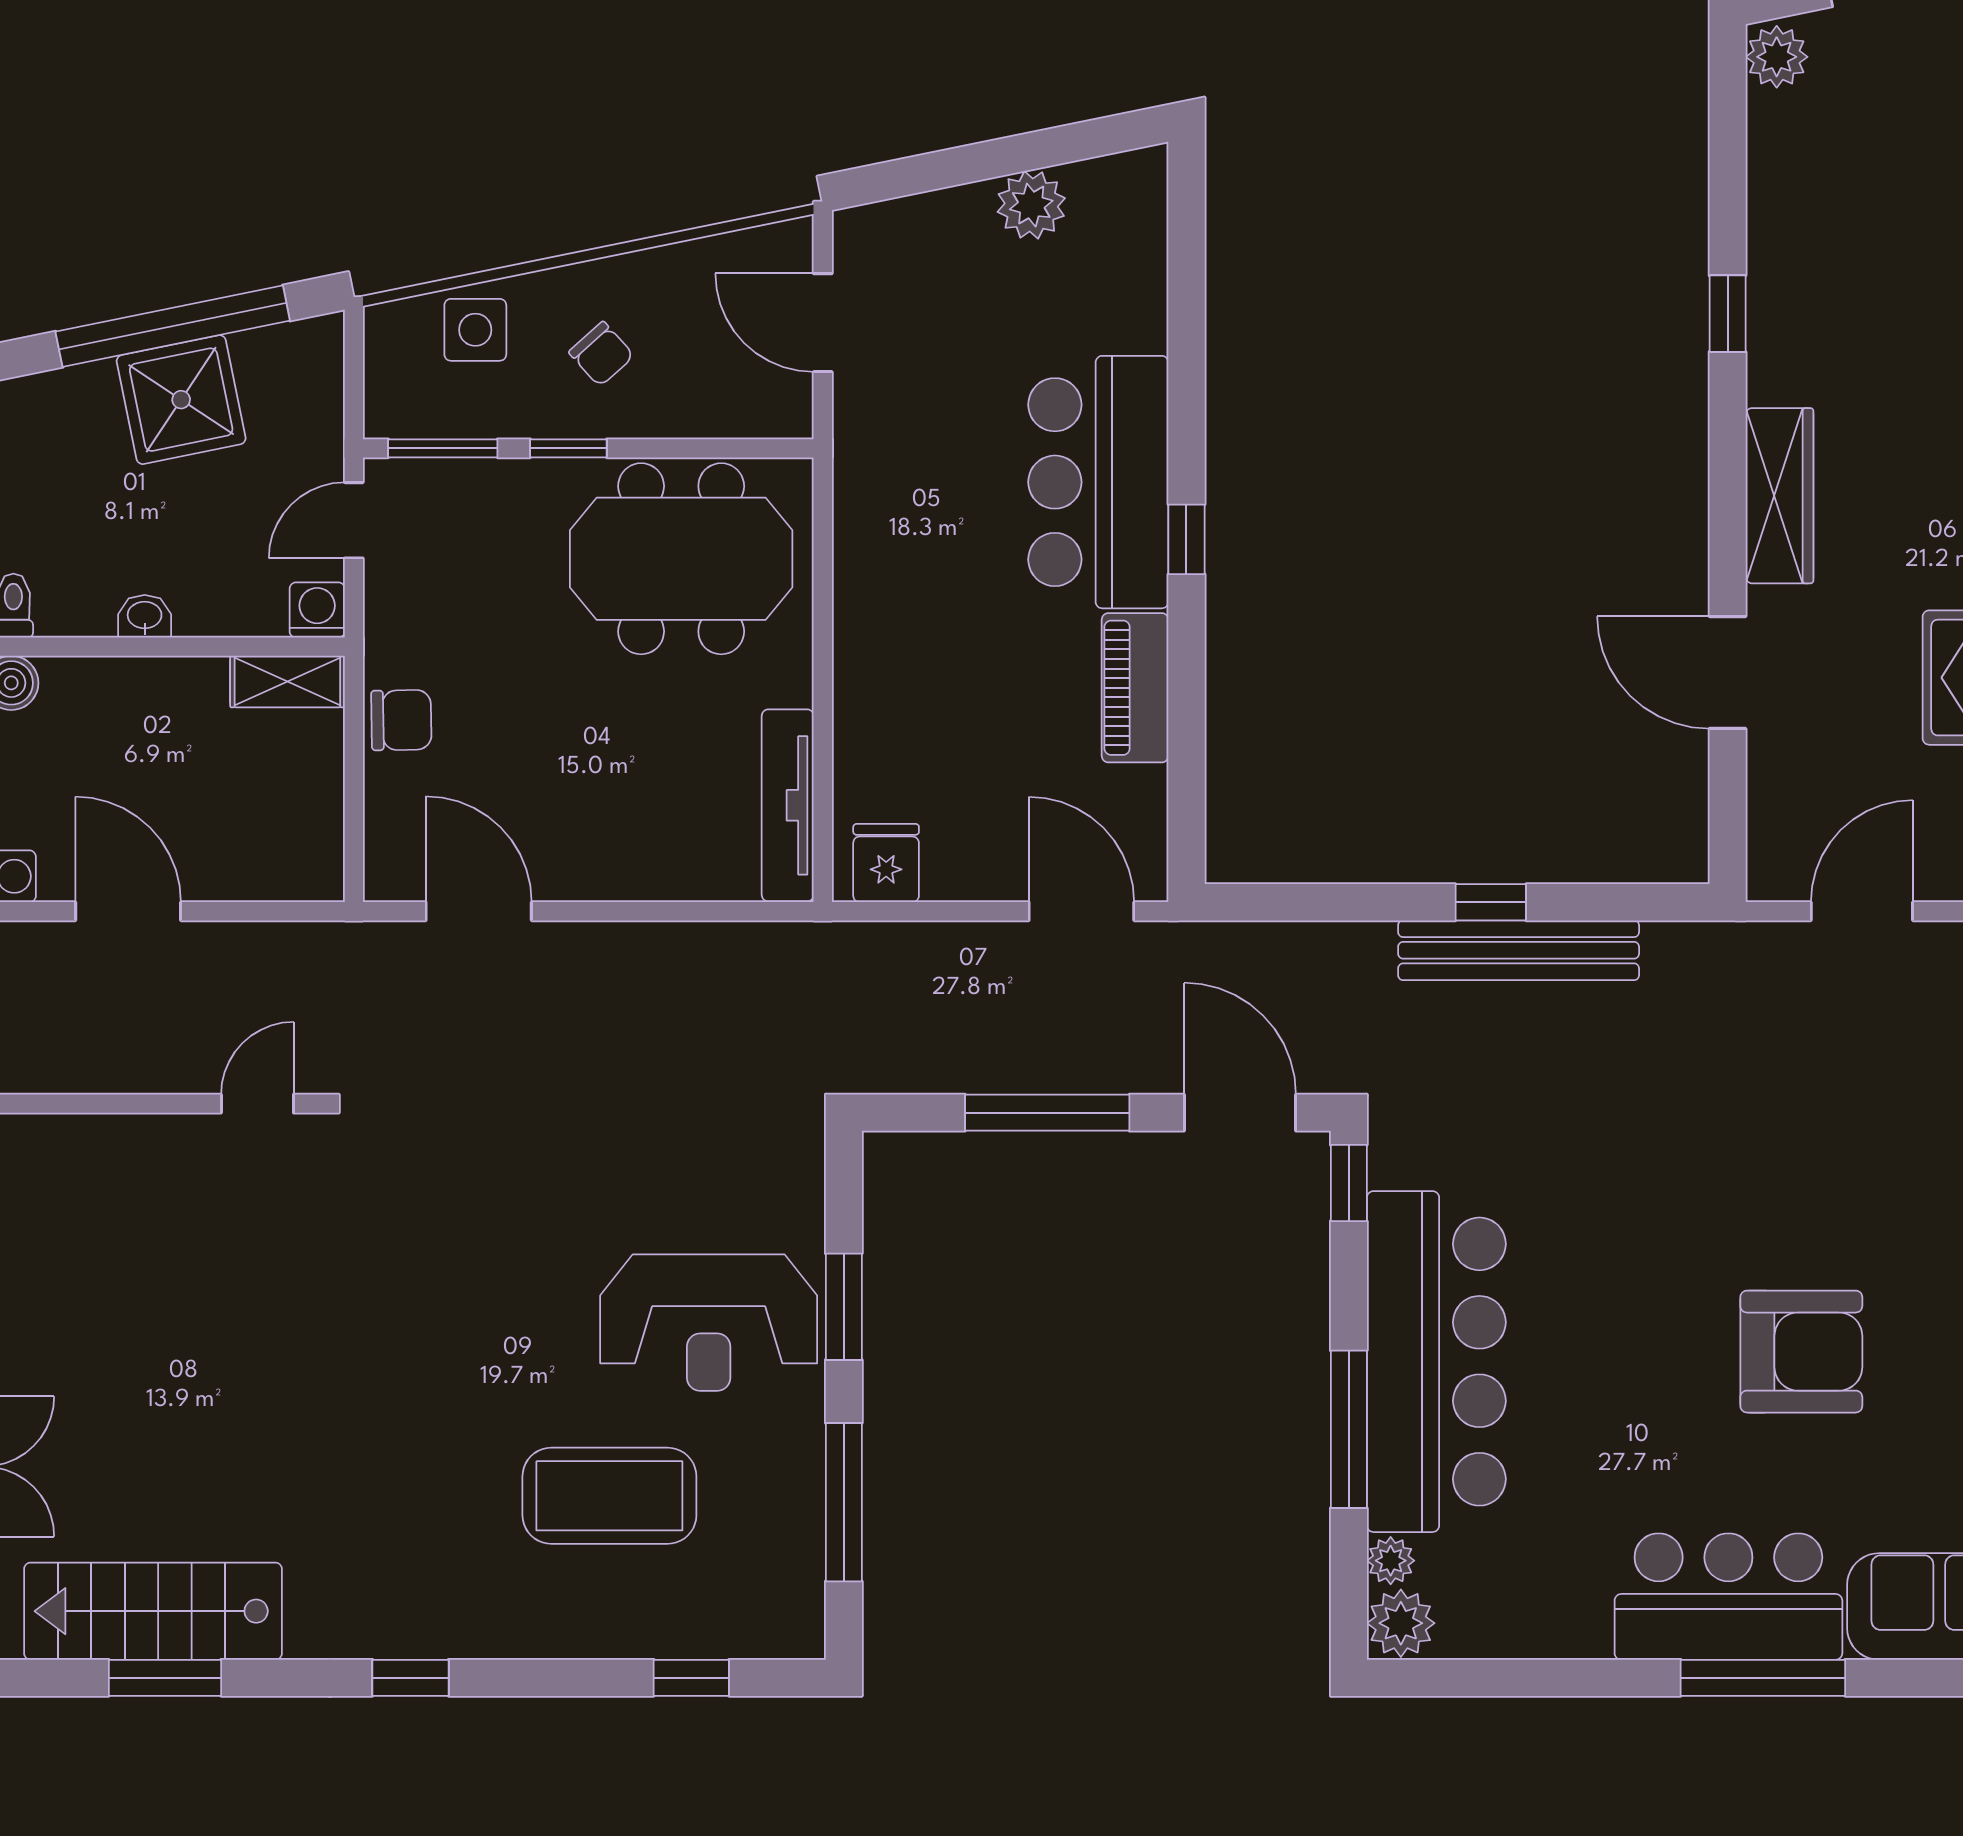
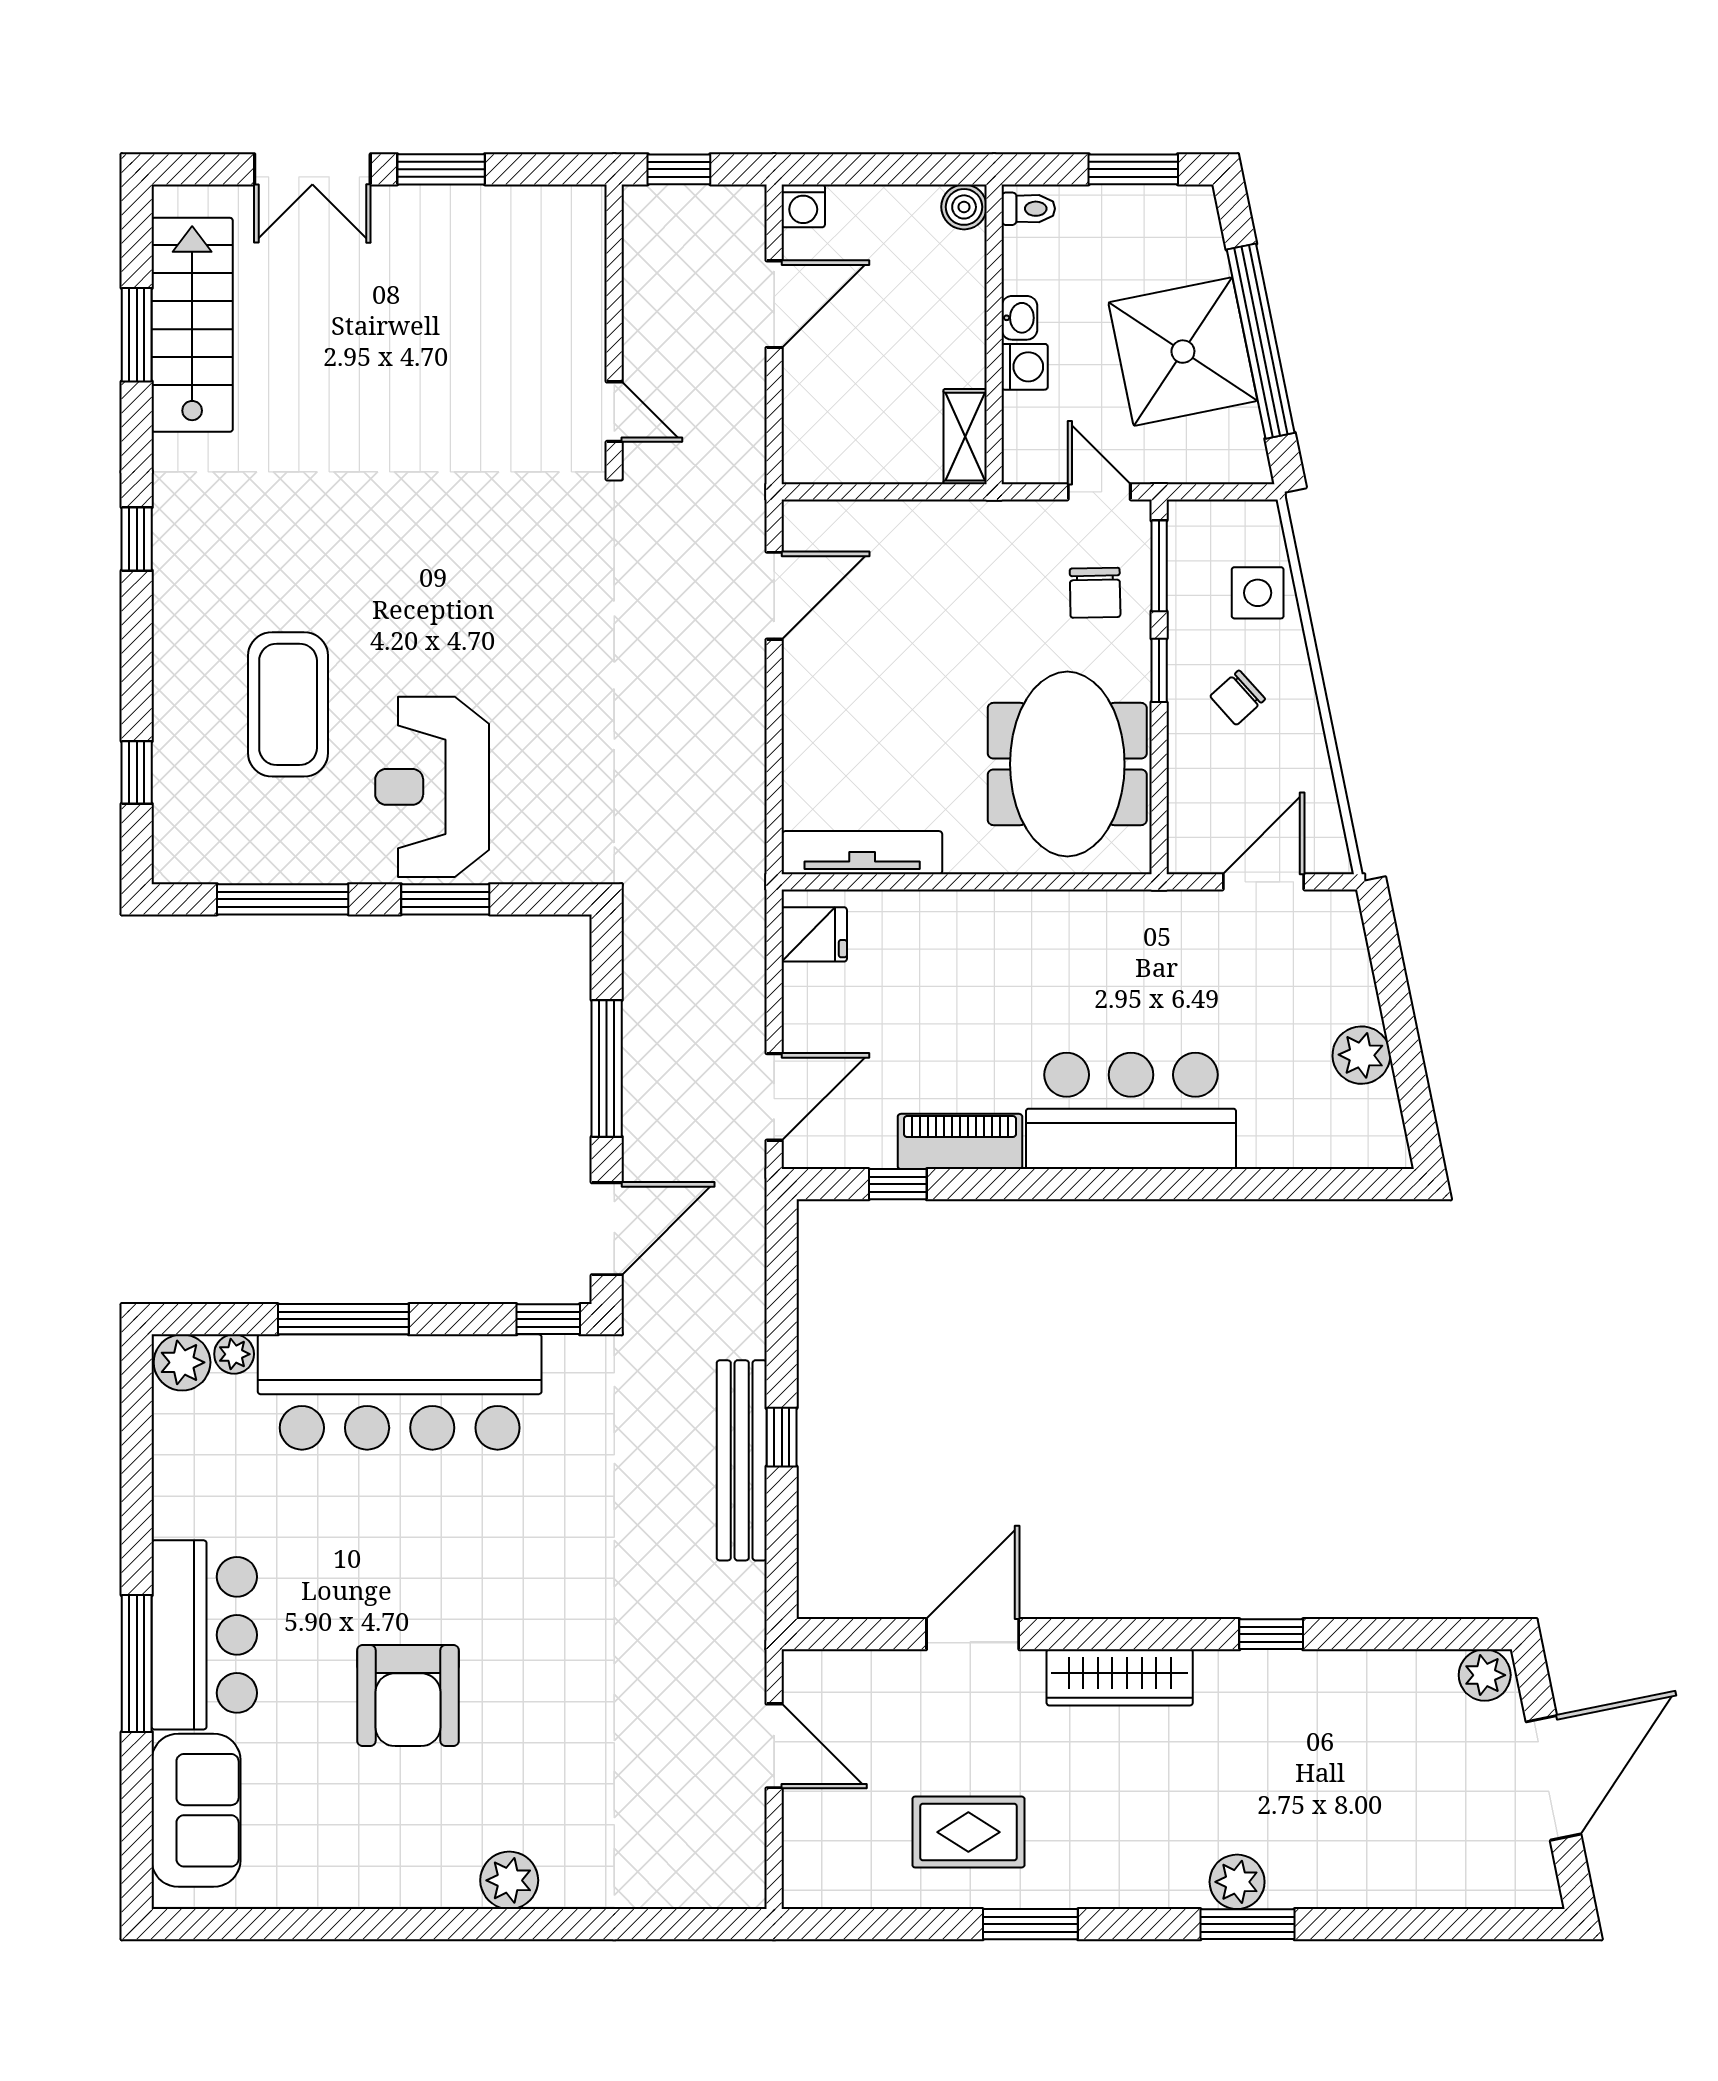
shower: (181, 400) -> (1183, 352), width x1.37, depth x1.37
window: (1186, 539) -> (898, 1184), moved
washing machine: (317, 610) -> (1025, 367), moved
chair: (401, 720) -> (1095, 593), moved

